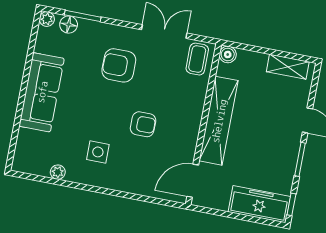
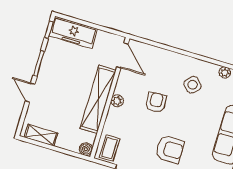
plant: (194, 121) -> (117, 101), added
armchair: (143, 124) -> (156, 102), turned 86
side table: (98, 152) -> (193, 85), turned 45
door: (193, 181) -> (122, 55), hinge flipped

